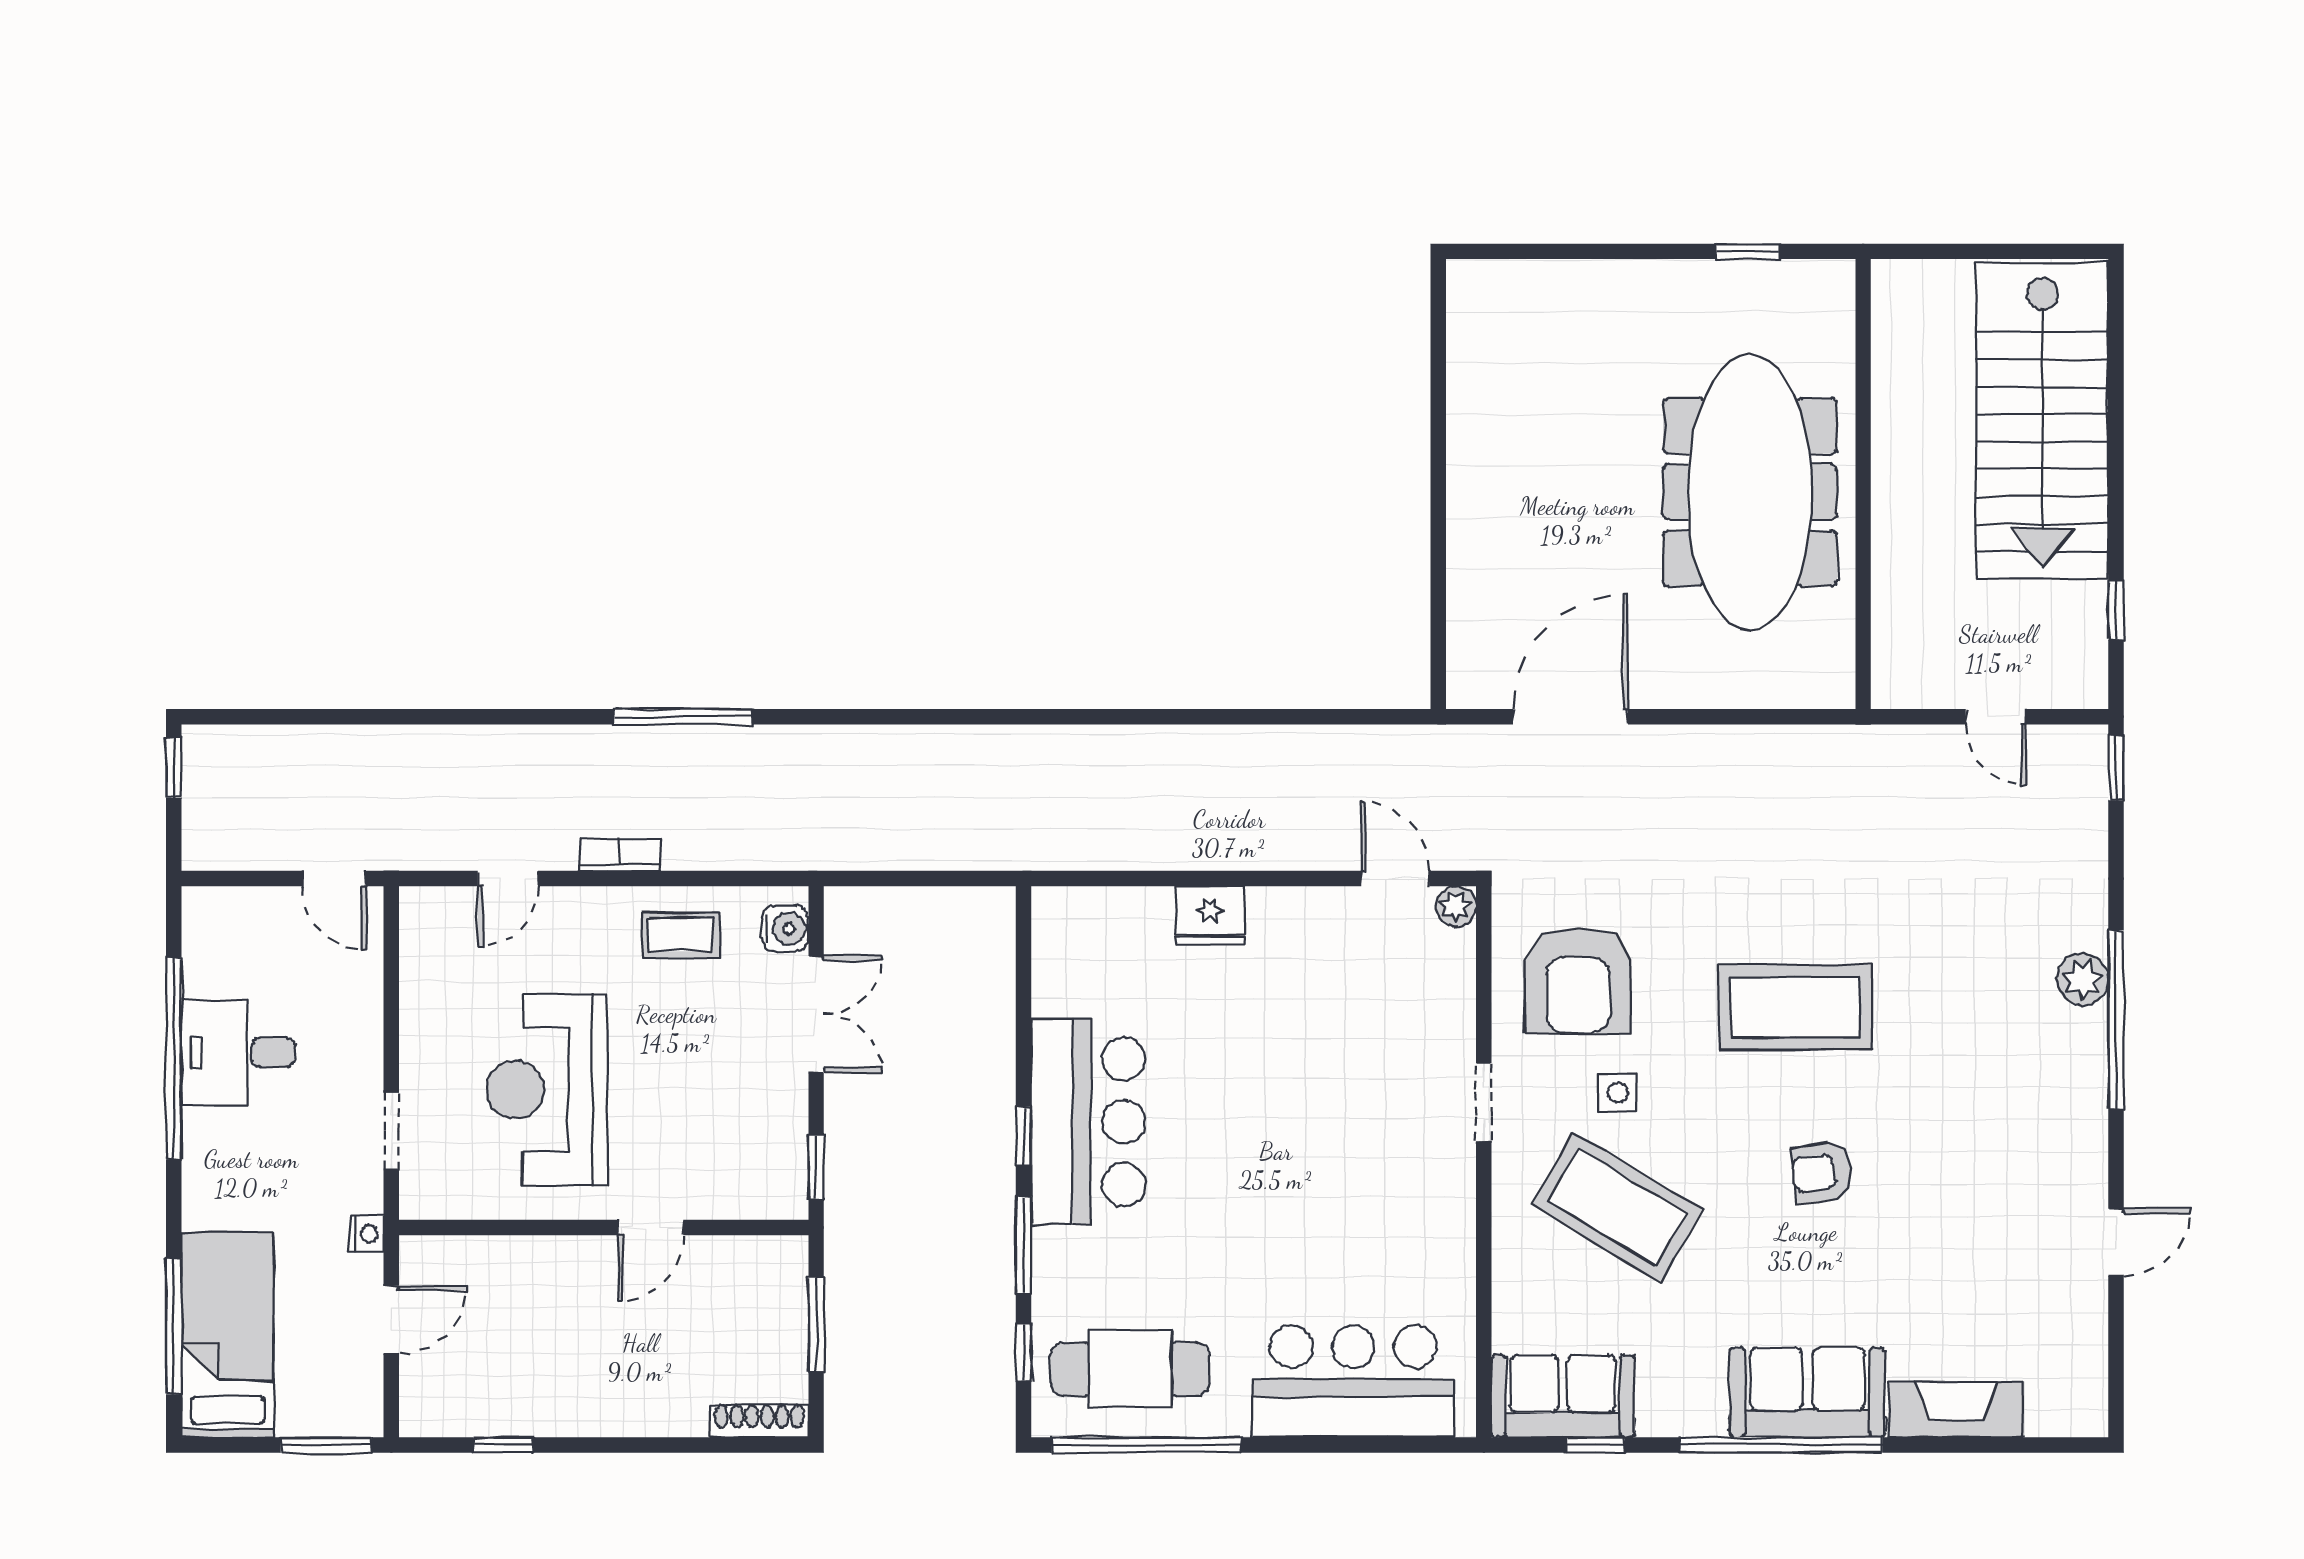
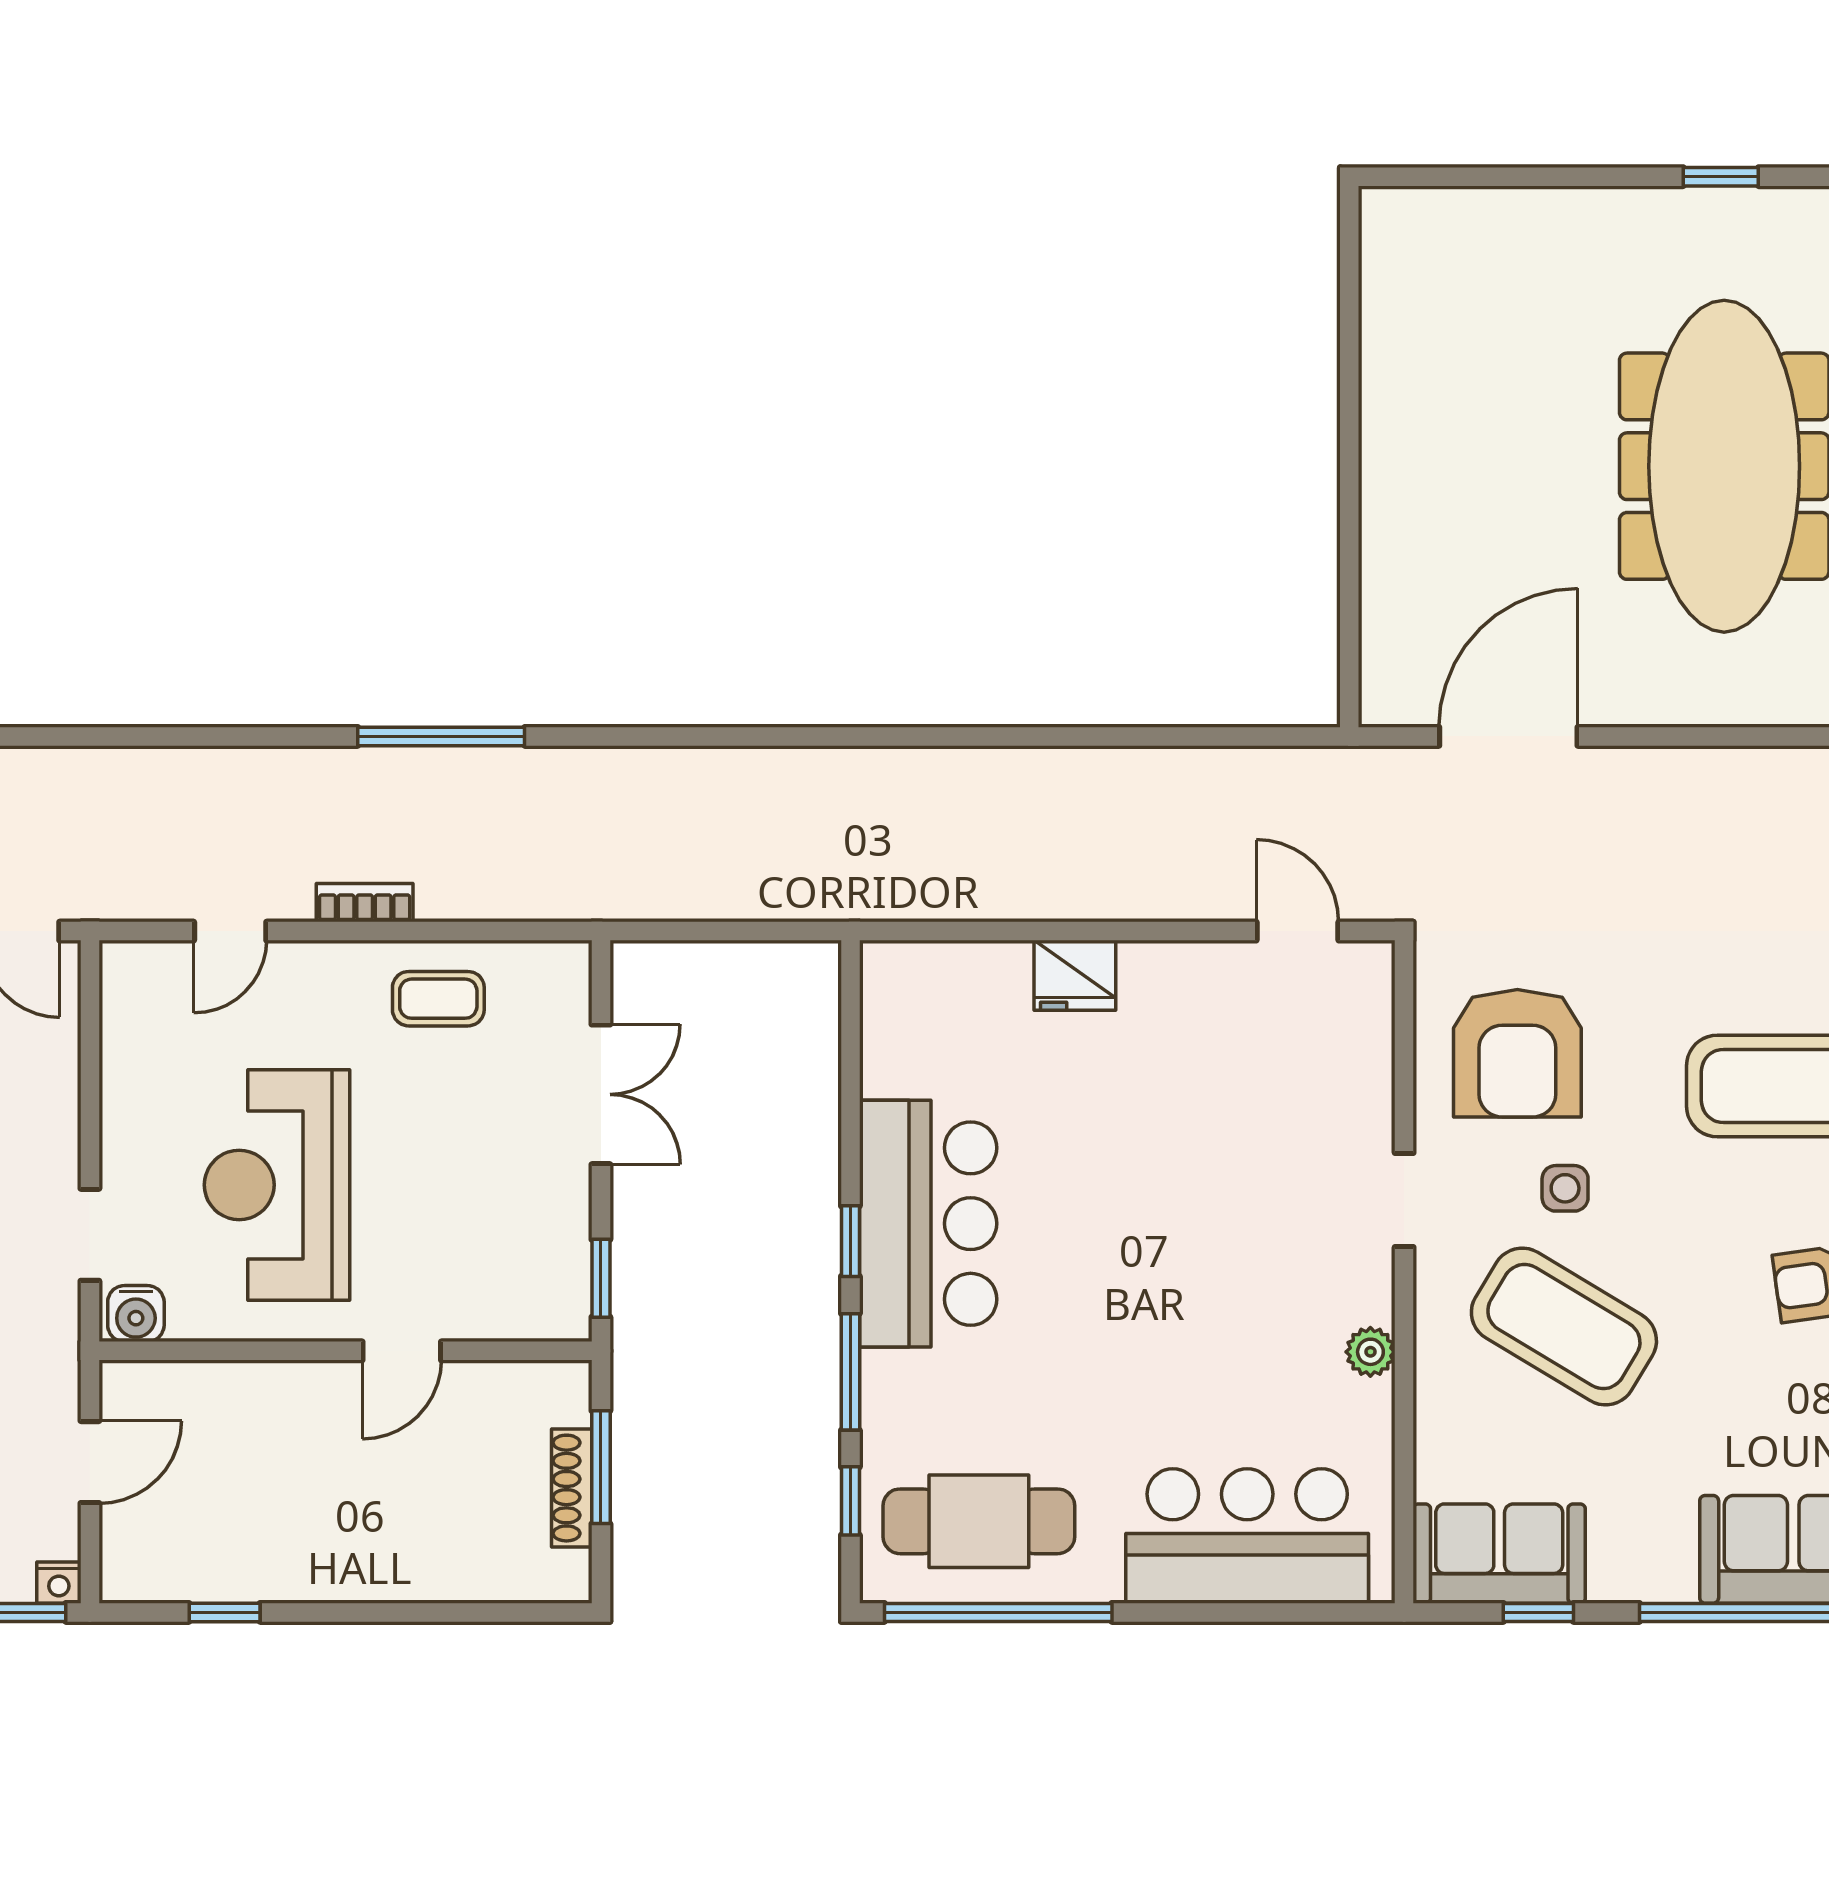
plant: (1456, 906) -> (1370, 1352), moved
water cooler: (785, 929) -> (136, 1314), moved, turned 90
nightstand: (367, 1234) -> (59, 1583), moved, turned 90
shoe rack: (759, 1421) -> (572, 1488), moved, turned -90

